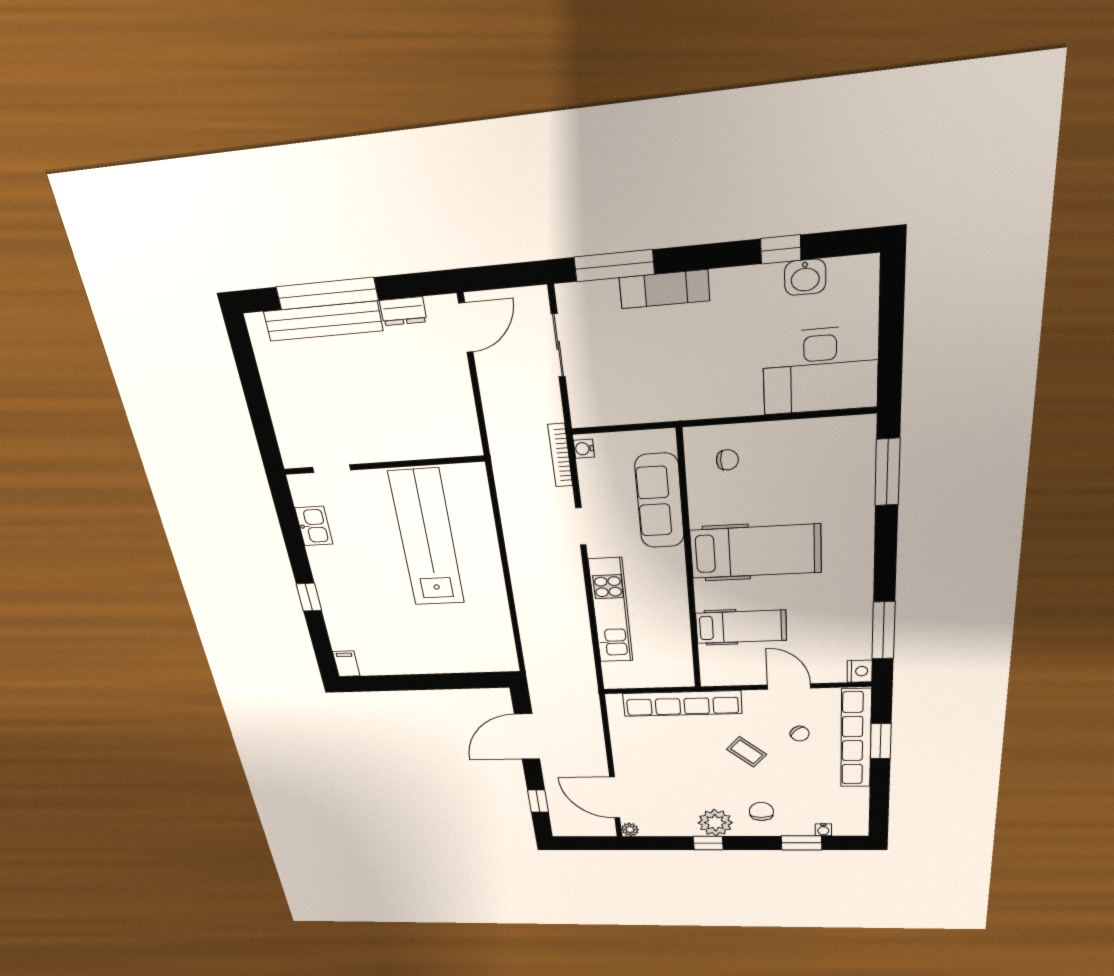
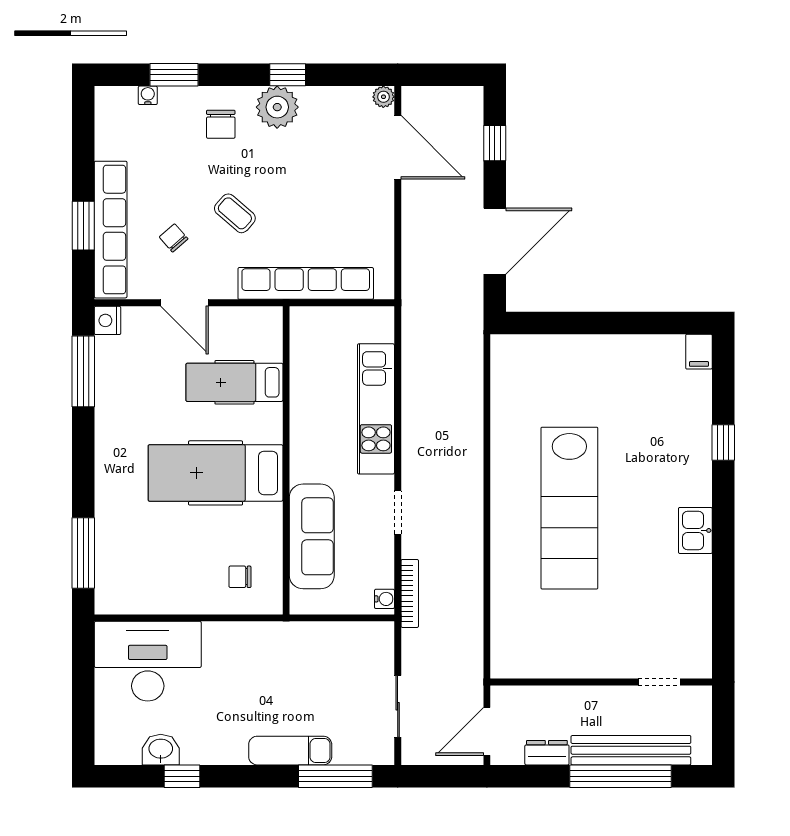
wall: (383, 465) -> (601, 682), moved
doorway: (331, 469) -> (659, 682), moved

